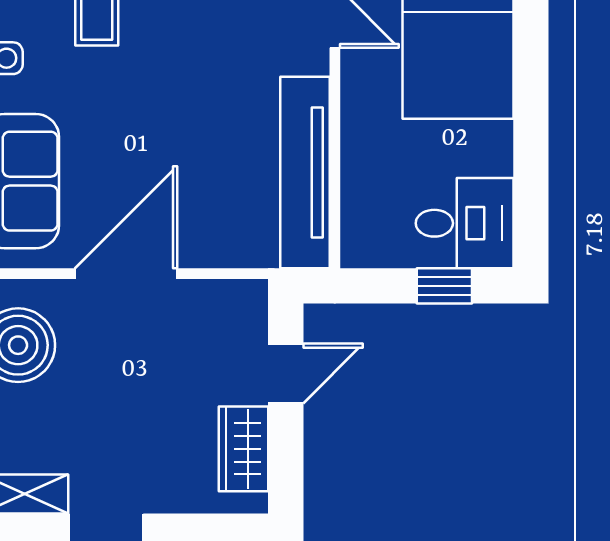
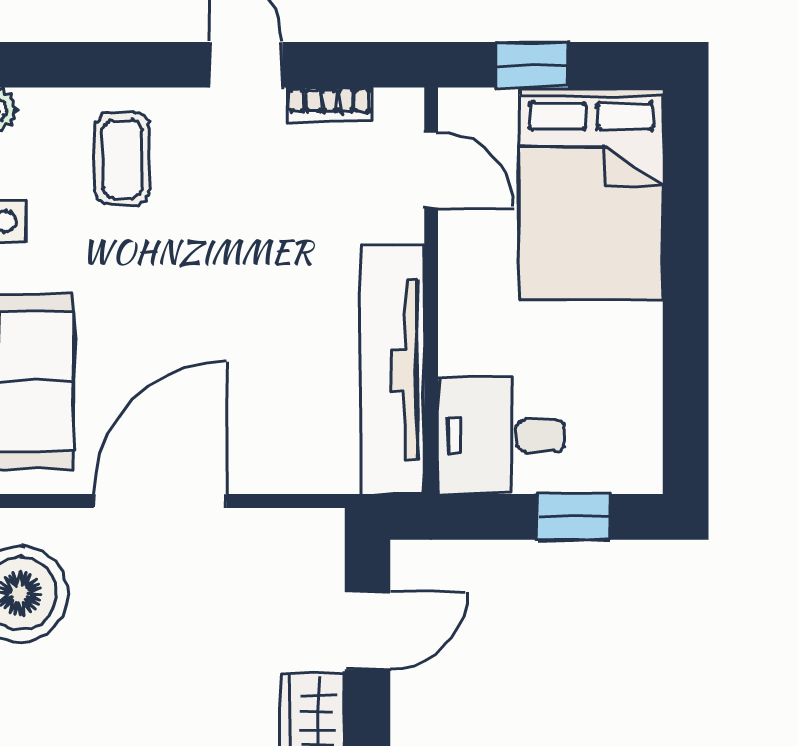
desk: (465, 223) -> (501, 436), moved, turned 180

